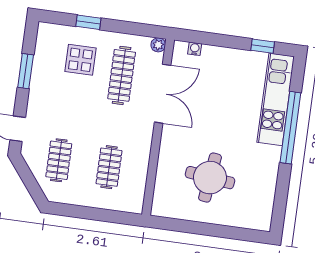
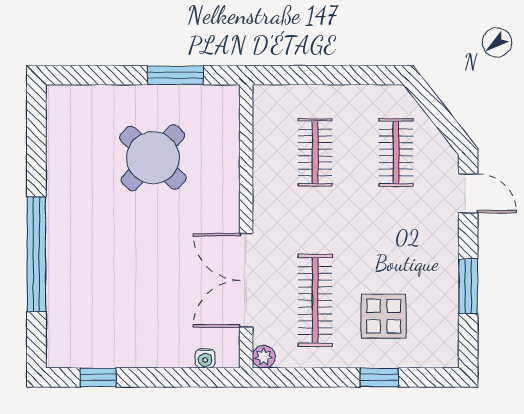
kitchen unit: (276, 99) -> (66, 296), removed
round table: (210, 178) -> (153, 158), turned 36
window: (189, 227) -> (175, 75), added

